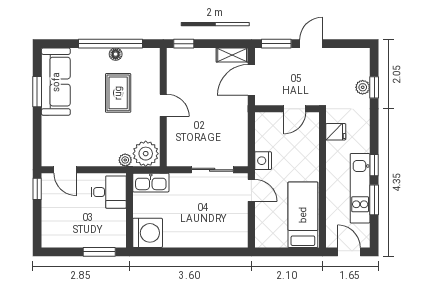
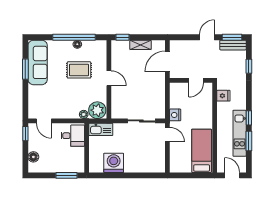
window: (276, 44) -> (232, 37), moved
shelving: (232, 55) -> (140, 45), moved
bench: (350, 55) -> (233, 45), added
plant: (363, 87) -> (241, 66), removed
rug: (118, 93) -> (79, 70), turned 90
floor lamp: (49, 224) -> (33, 157), added
washing machine: (148, 233) -> (114, 163), moved, turned -90

